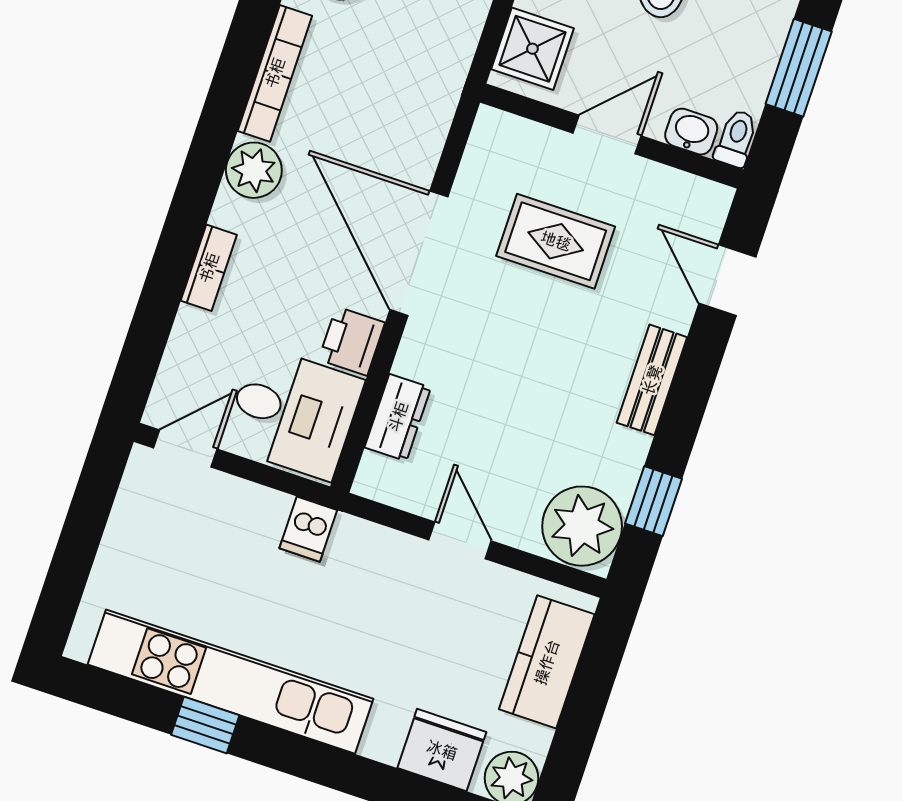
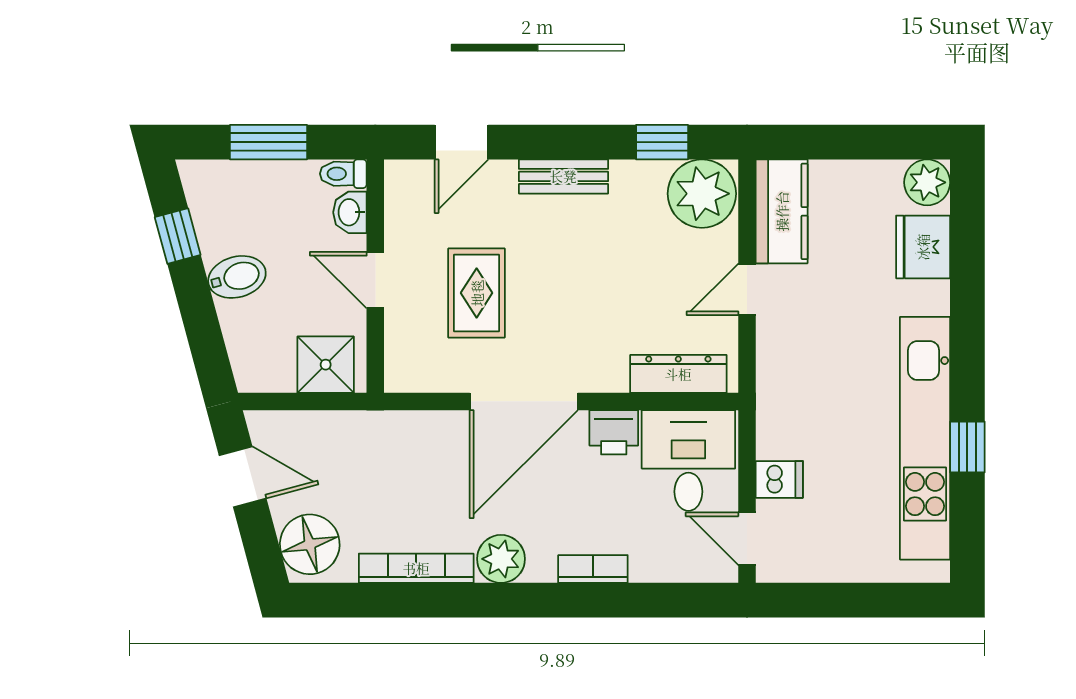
dresser: (398, 417) -> (678, 374), width x1.44
dishwasher: (308, 529) -> (779, 479), moved
kitchen counter: (547, 662) -> (782, 211), moved, turned -90

